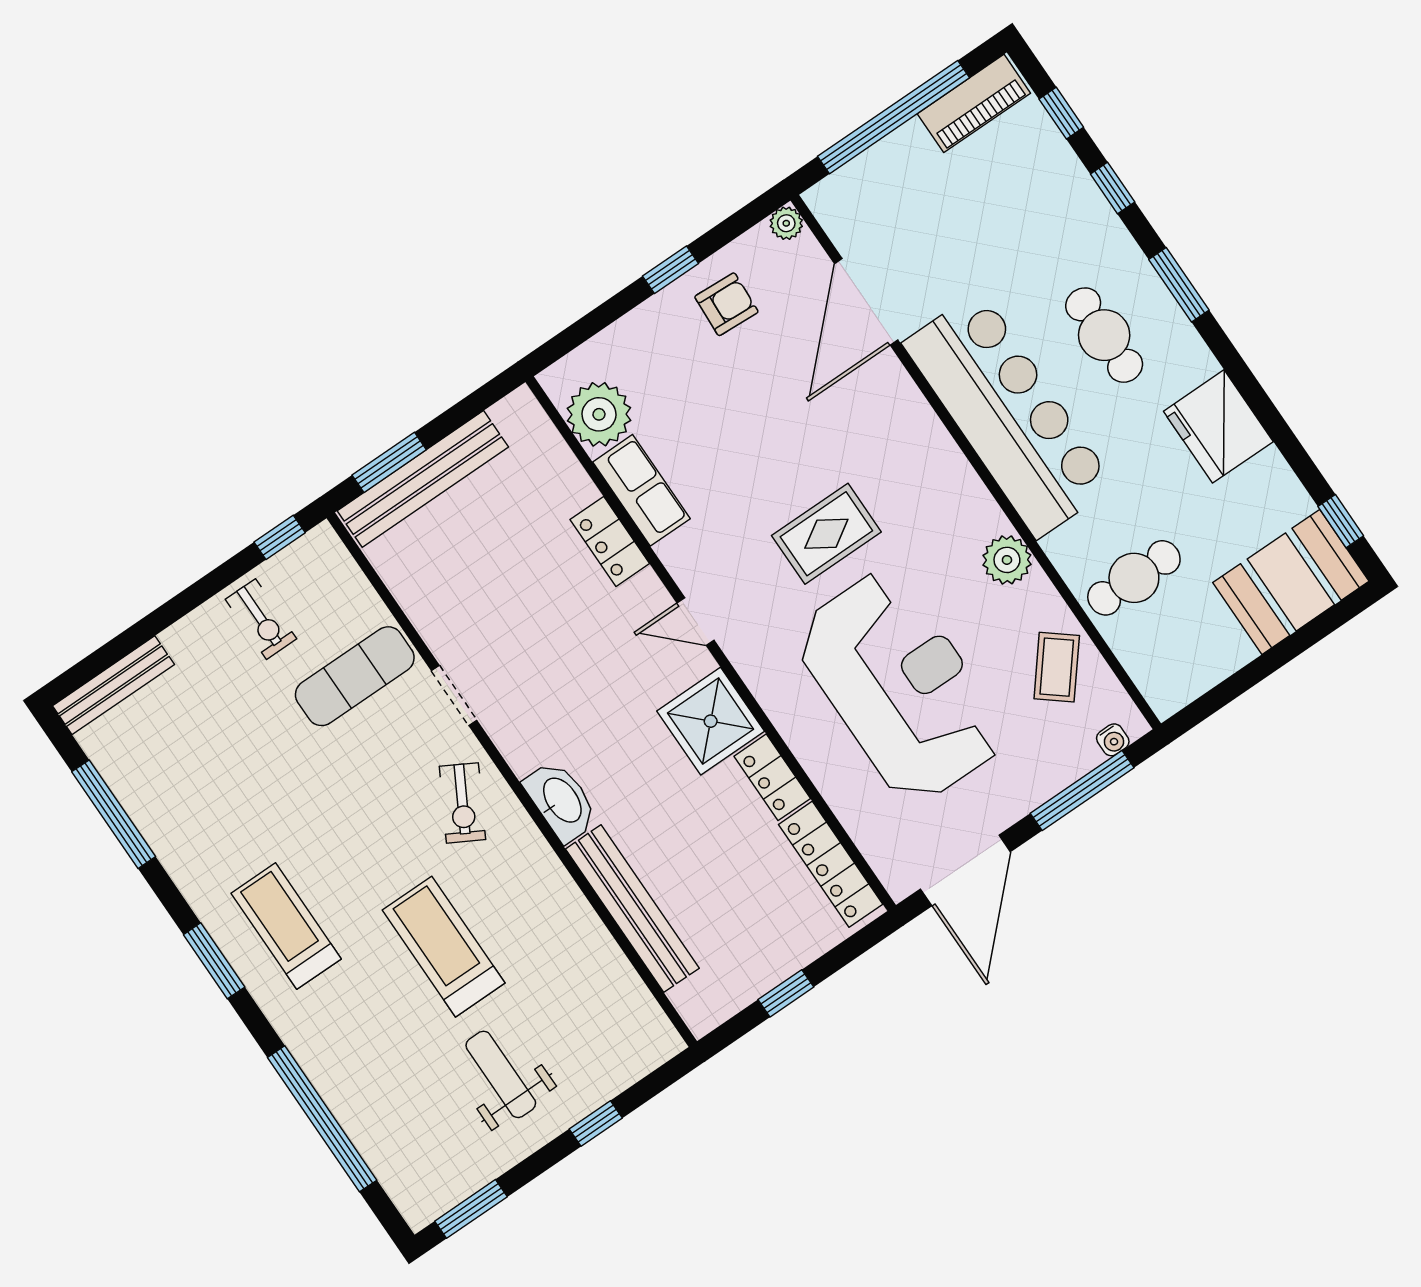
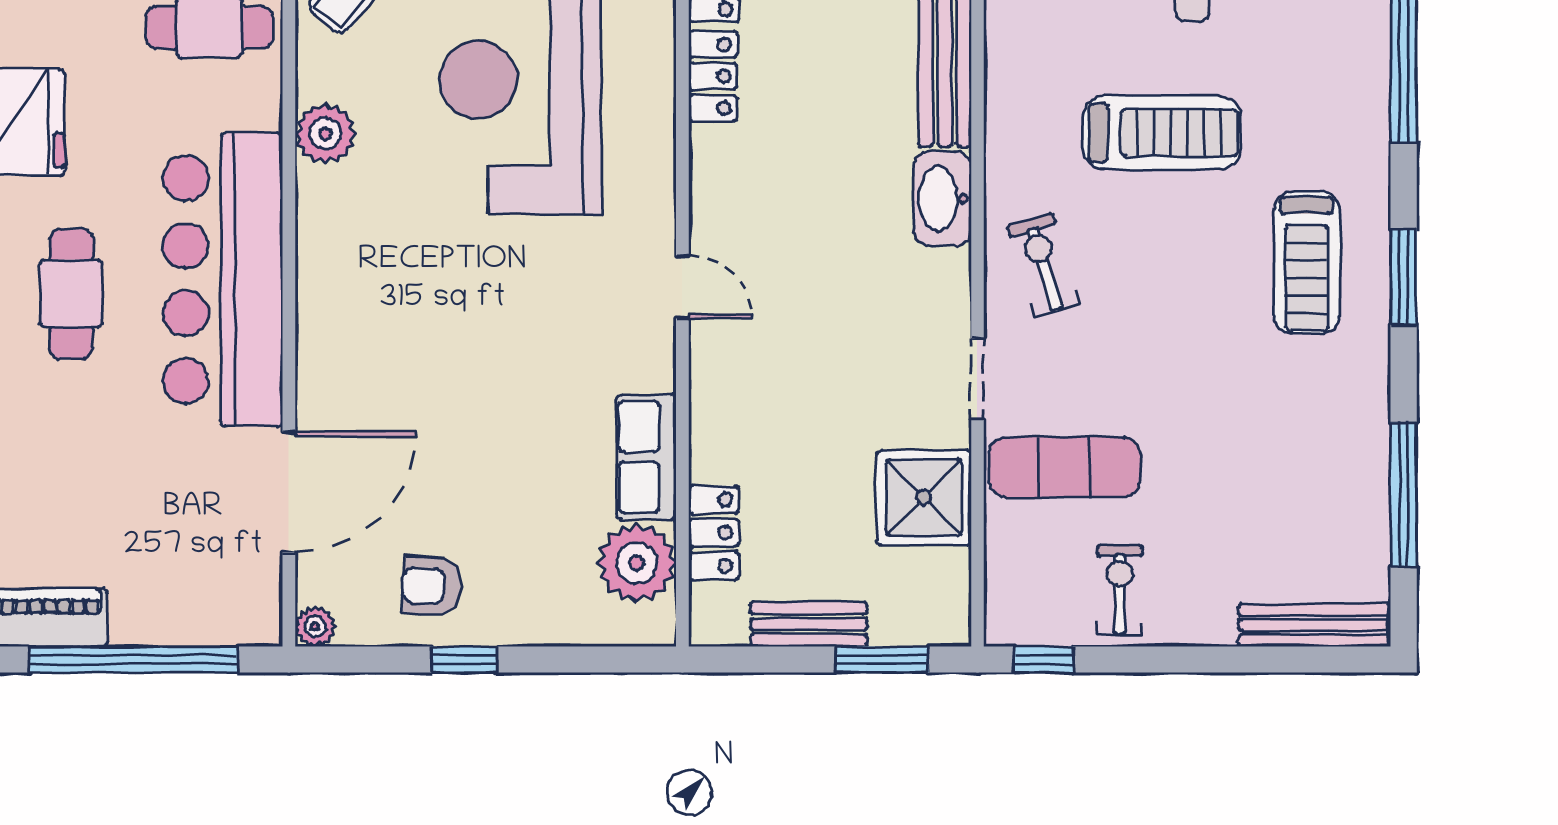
bench: (423, 479) -> (809, 624), width x0.54, depth x0.82
rug: (826, 534) -> (489, 285), removed
locker: (610, 542) -> (714, 533), moved
shower: (711, 721) -> (924, 497), moved
exercise bike: (462, 803) -> (1043, 265), turned -46
treadmill: (444, 947) -> (1162, 133), turned -90

